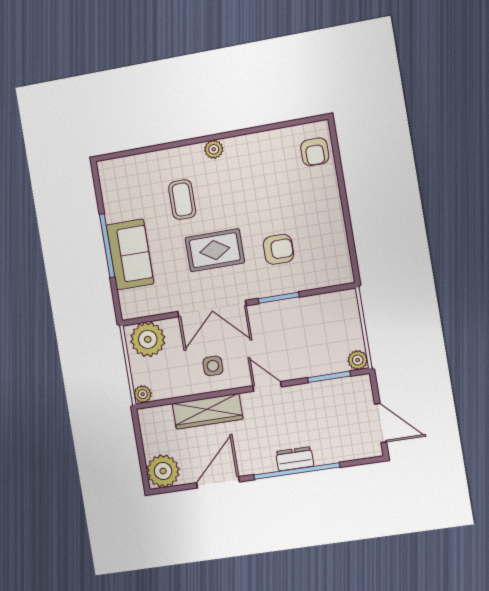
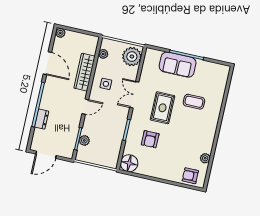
plant: (214, 149) -> (205, 158), moved
floor lamp: (336, 269) -> (129, 163), added
double door: (212, 309) -> (134, 95), width x0.73
plant: (358, 360) -> (84, 140), moved
plant: (143, 394) -> (103, 54), moved
dresser: (295, 459) -> (42, 119), moved
plant: (163, 471) -> (60, 33), width x0.53, depth x0.53

